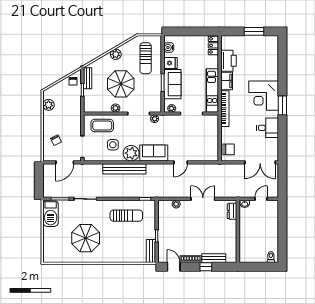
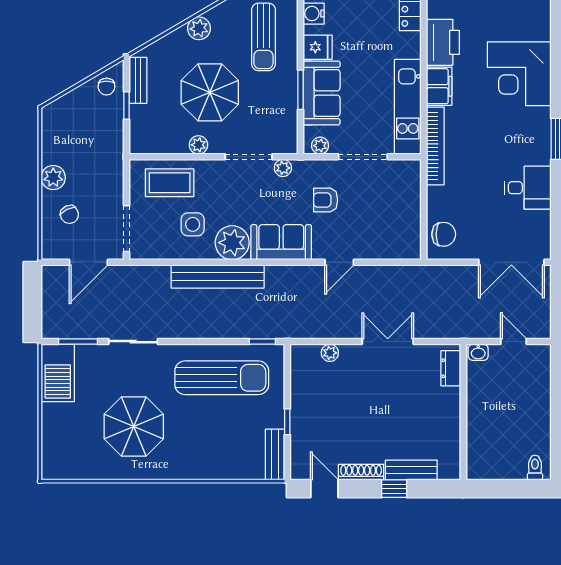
corner desk: (264, 96) -> (519, 74), moved
plant: (49, 105) -> (53, 178), moved
armchair: (174, 134) -> (326, 200), added
door: (261, 199) -> (514, 342), hinge flipped
sun lounger: (126, 216) -> (222, 378), width x1.36, depth x1.34

